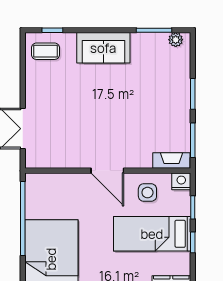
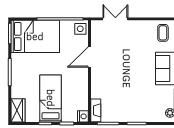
door: (107, 171) -> (89, 57), moved
side table: (147, 193) -> (80, 29), moved

